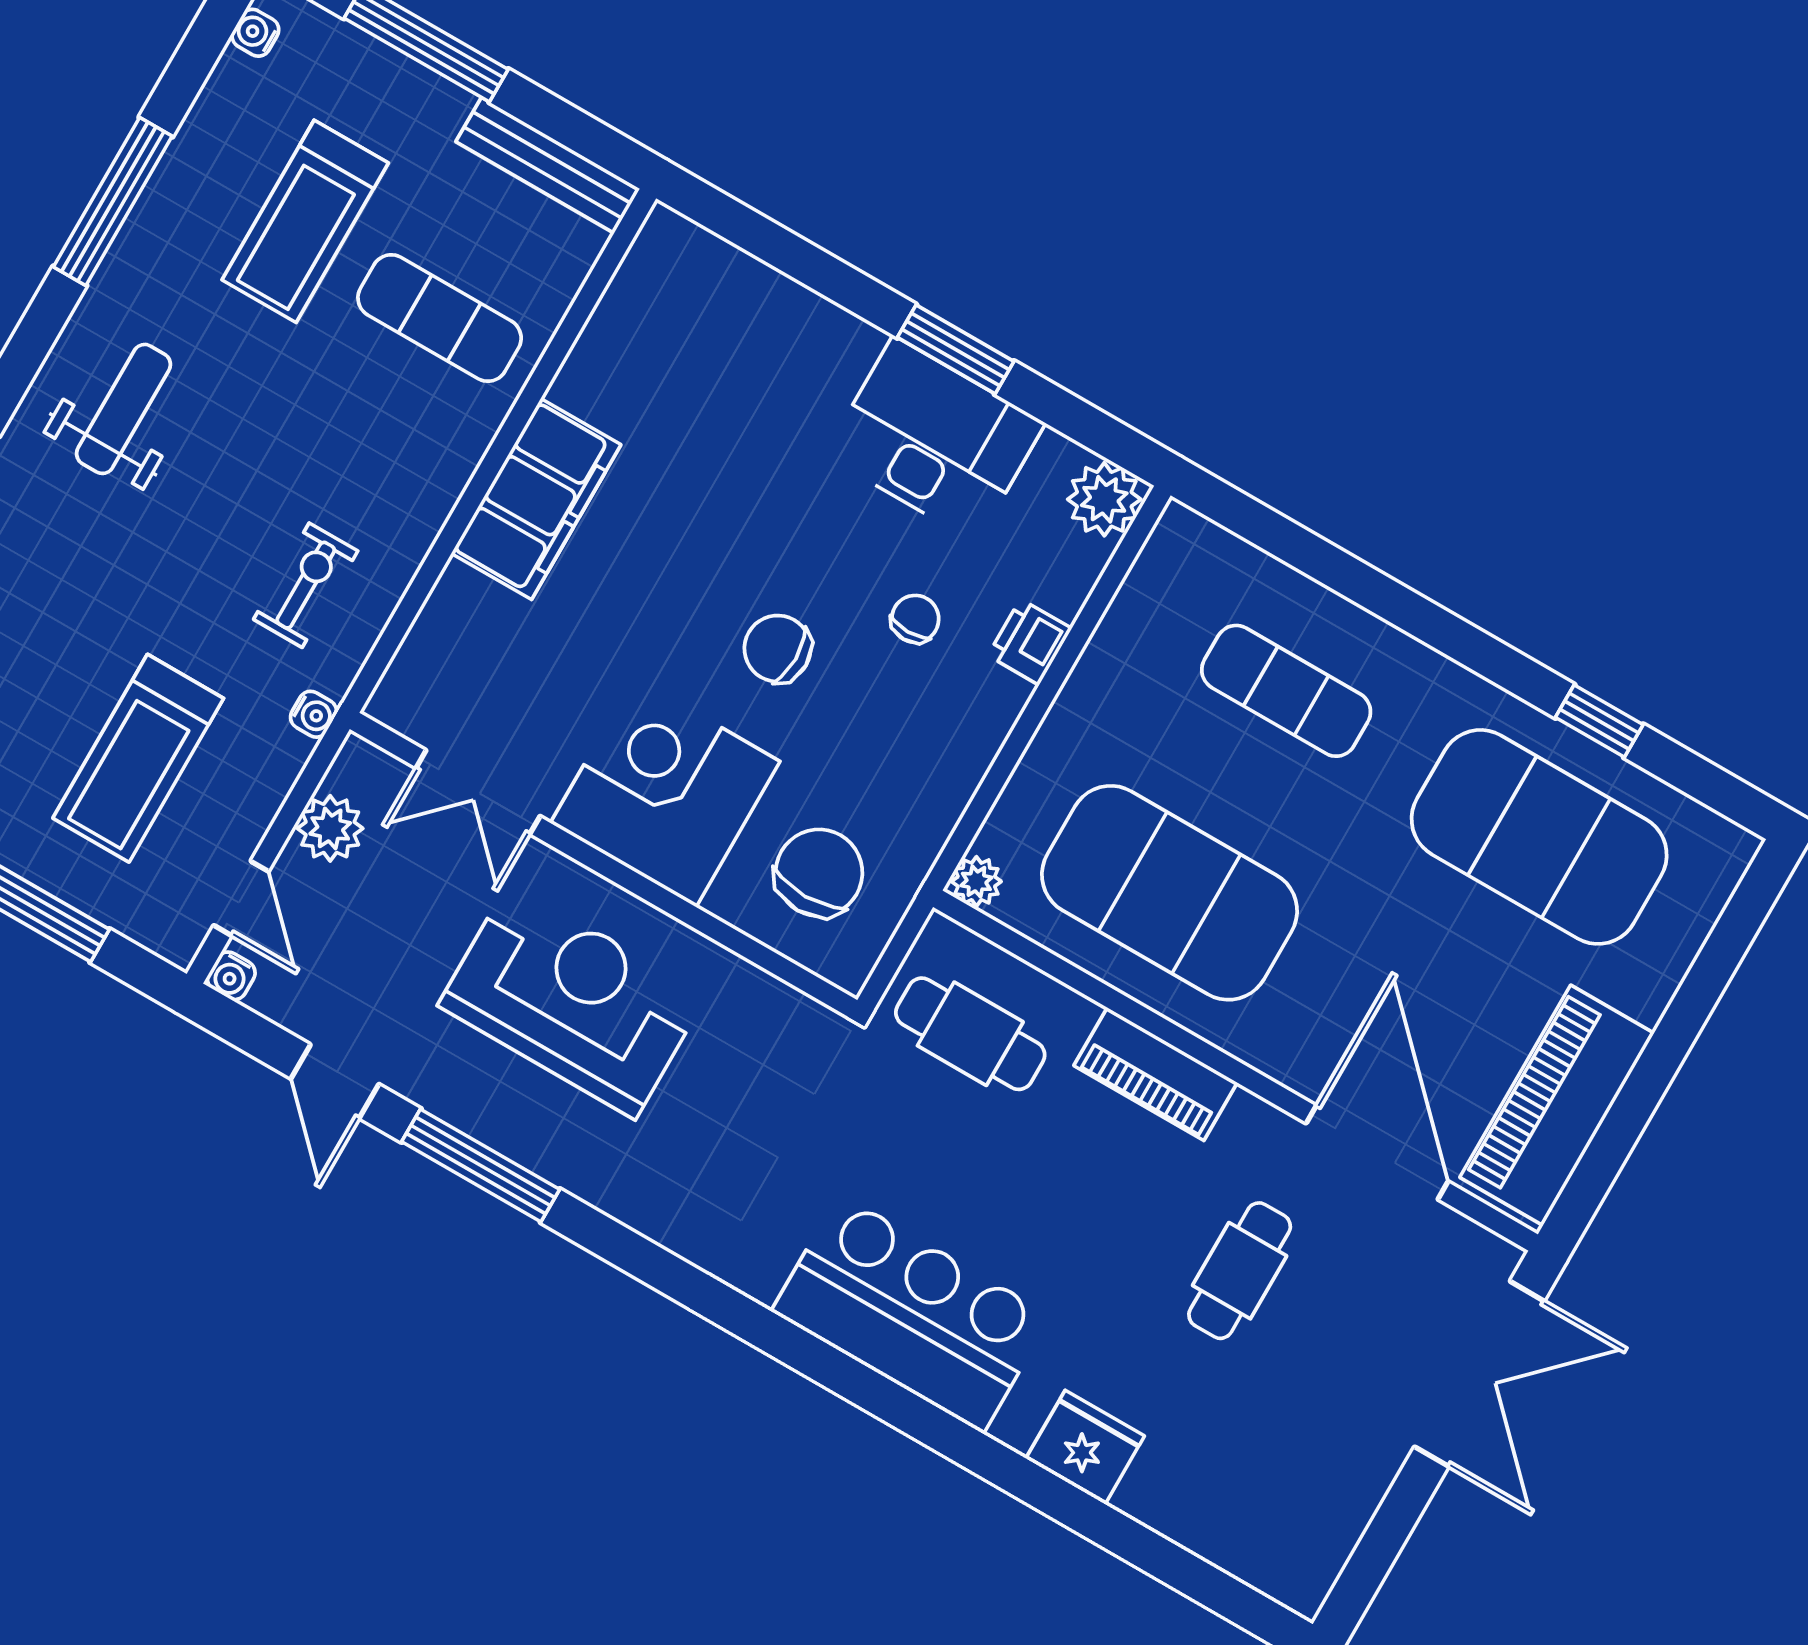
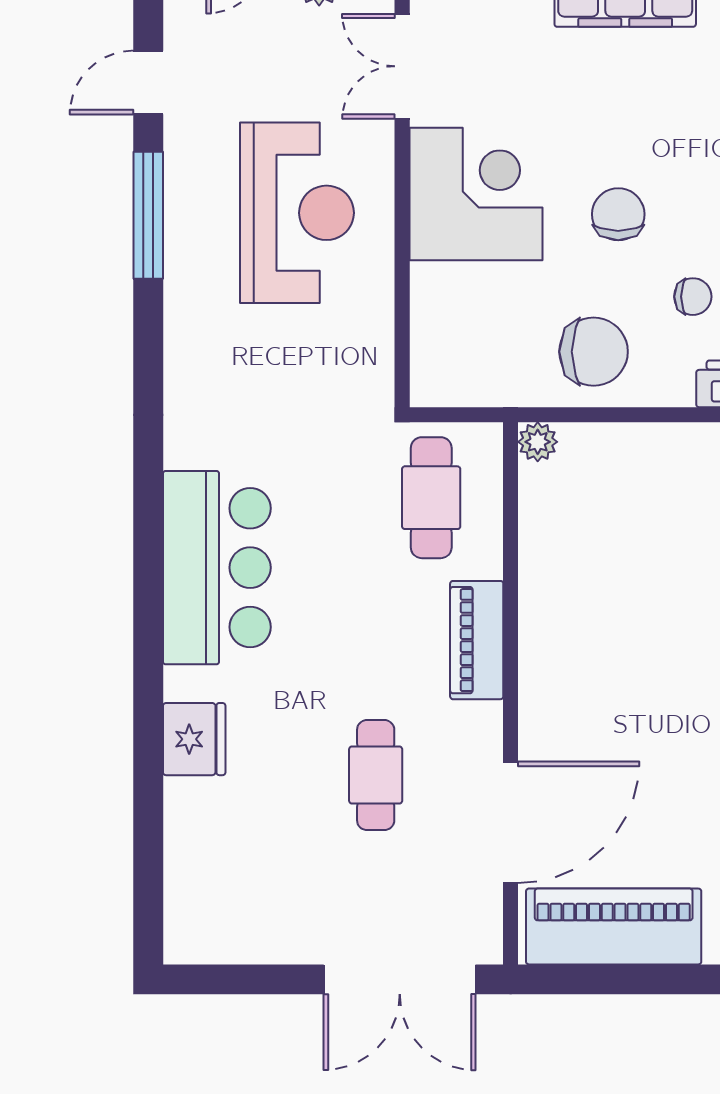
chair: (819, 873) -> (594, 352), moved
exercise mat: (1170, 893) -> (606, 578), removed
cafe table: (1240, 1271) -> (376, 775), turned 90

